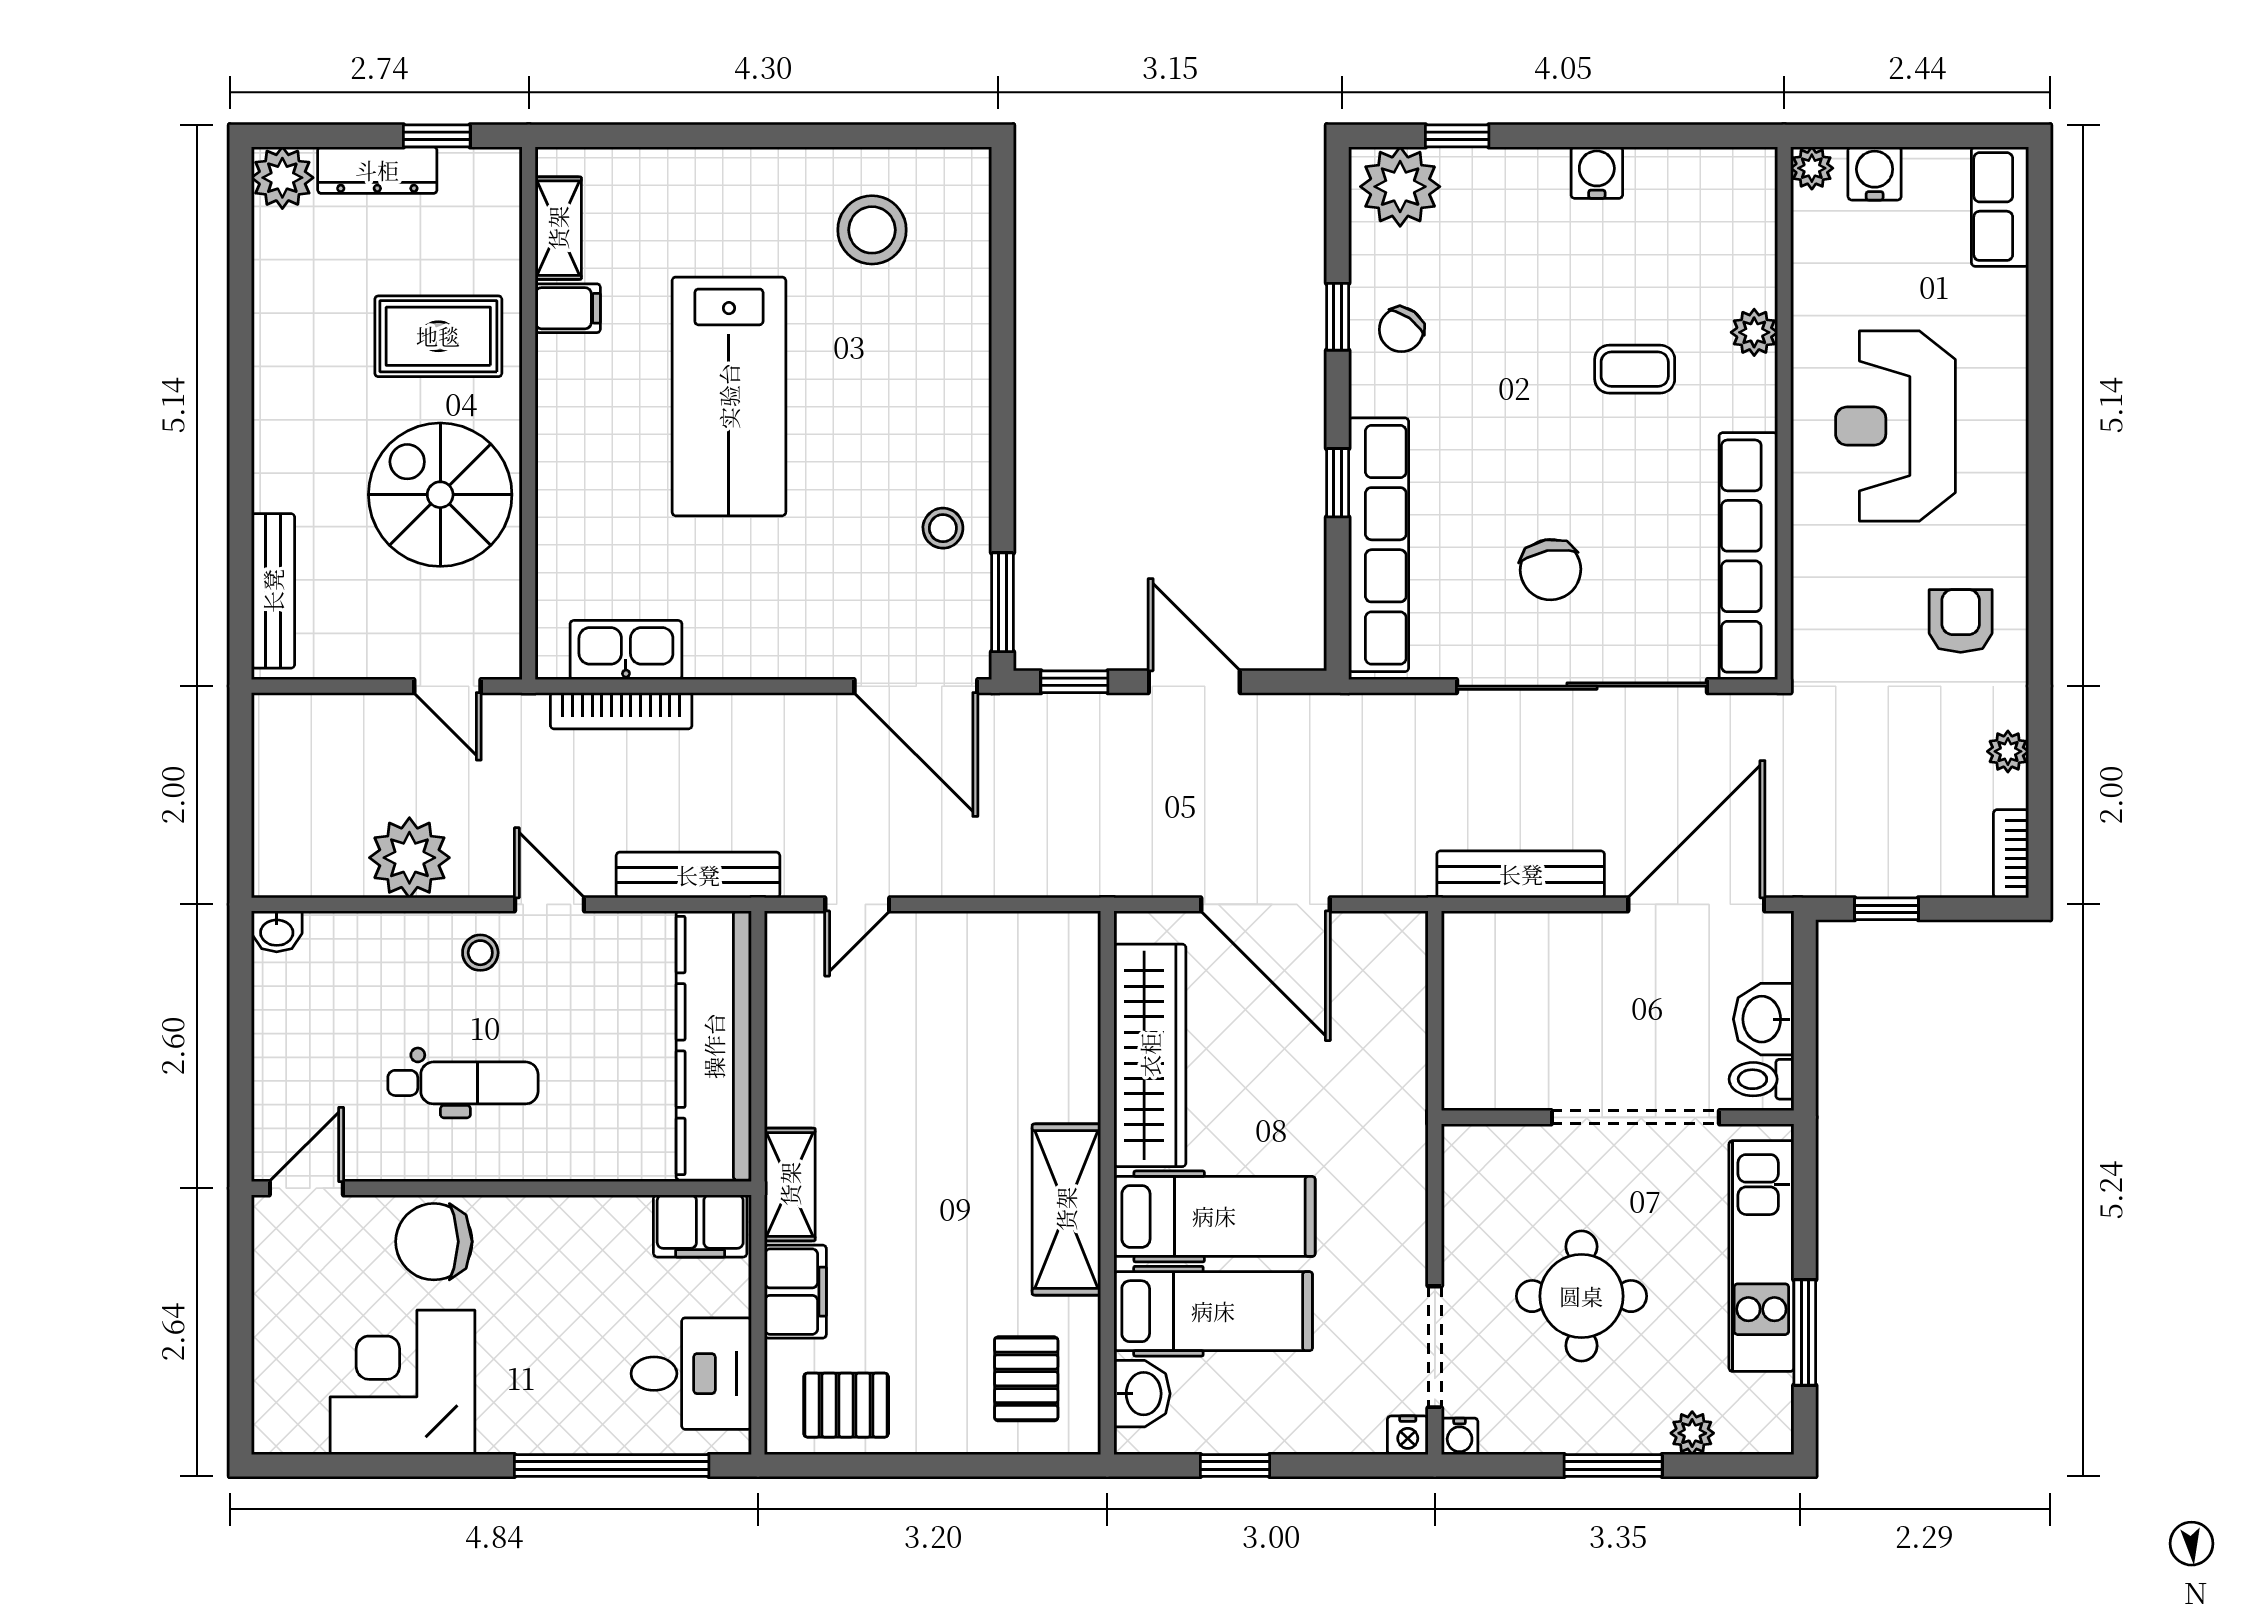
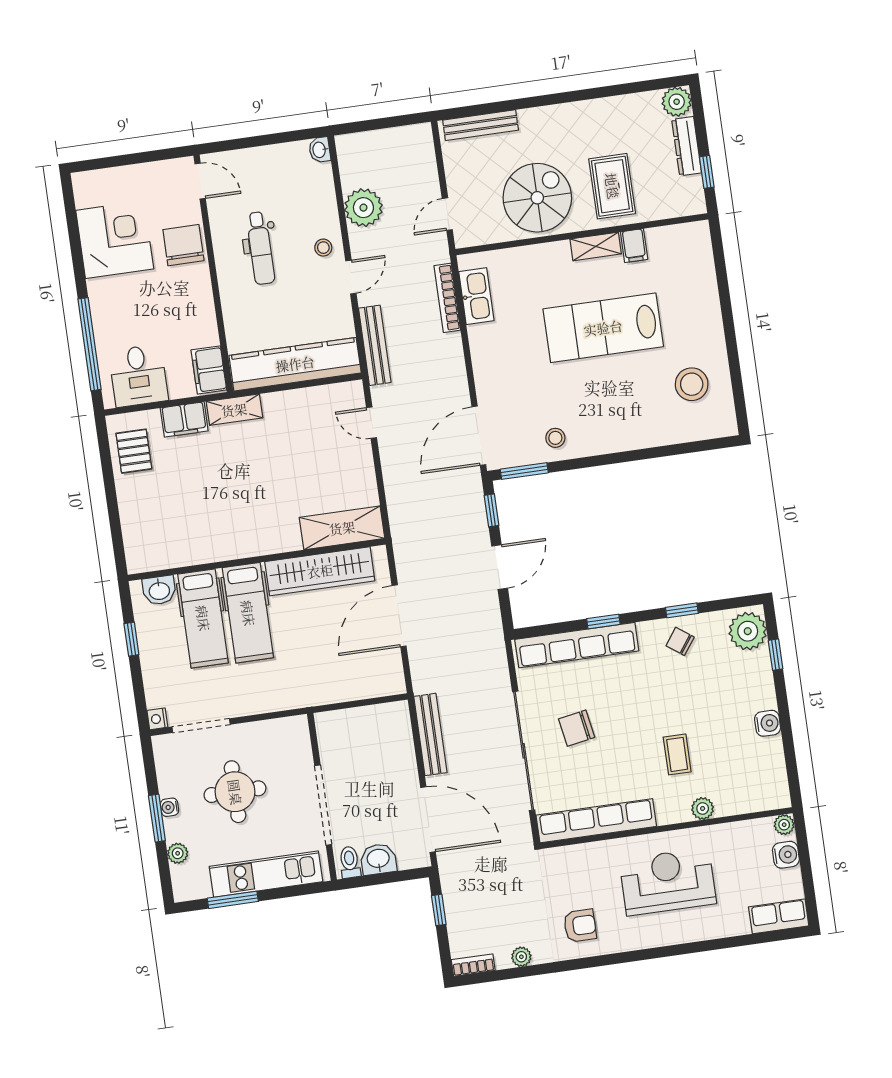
shelving: (558, 228) -> (596, 246), moved
shelving: (1066, 1209) -> (342, 528), moved
pallet: (1026, 1379) -> (158, 535), removed
water cooler: (1460, 1436) -> (169, 807), moved

